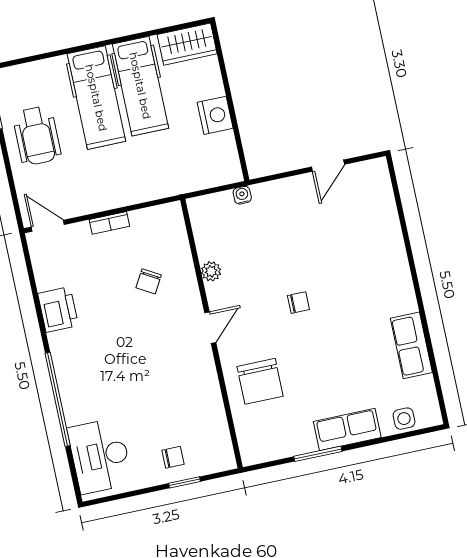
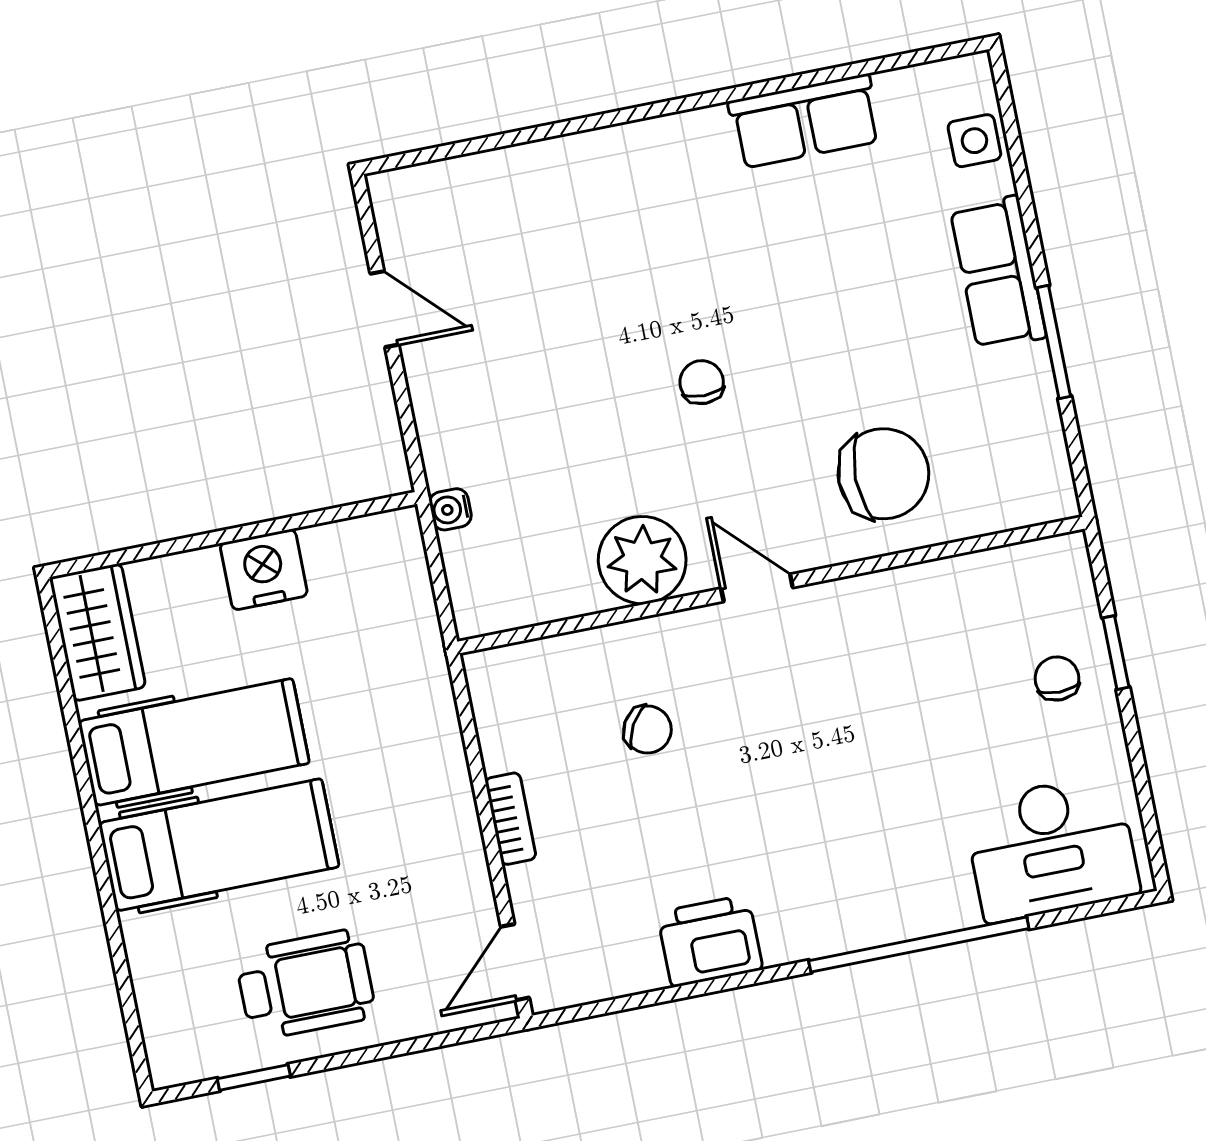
plant: (211, 271) -> (642, 560), width x1.88, depth x1.88

